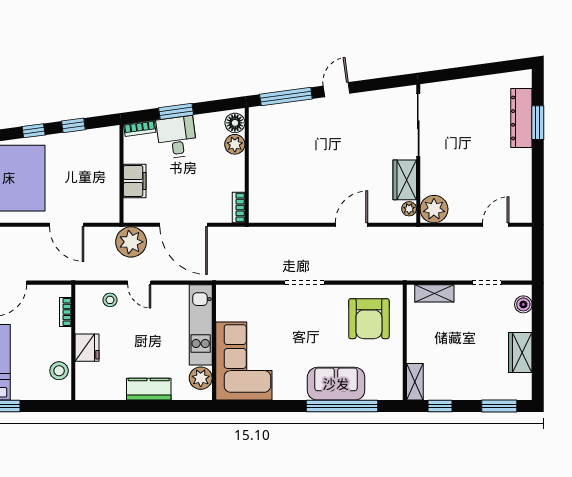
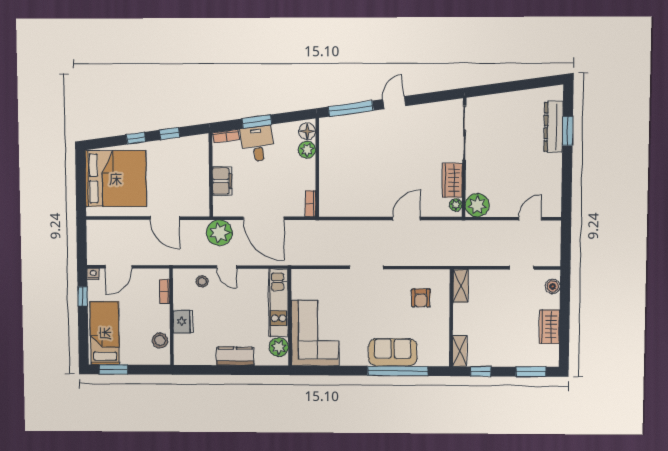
shelving: (434, 293) -> (461, 286), moved, turned 90
armchair: (369, 319) -> (421, 298), width x0.53, depth x0.53

